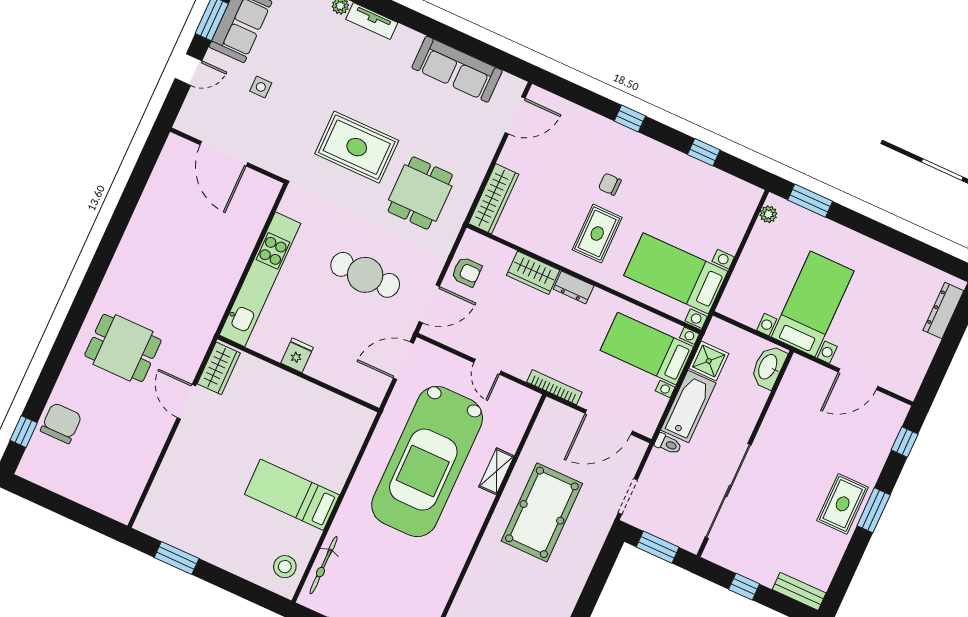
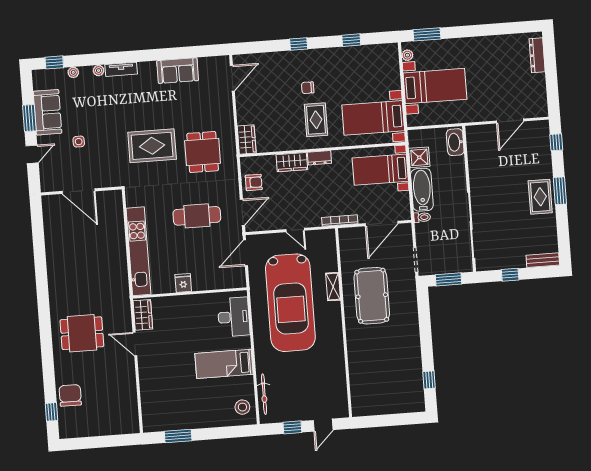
sofa: (457, 69) -> (178, 71), width x0.73
wardrobe: (494, 199) -> (247, 140), width x0.67
bed with nightstands: (813, 304) -> (435, 86), moved, turned 90
desk: (340, 438) -> (234, 317), added

